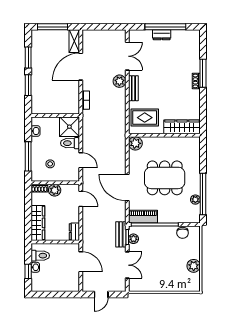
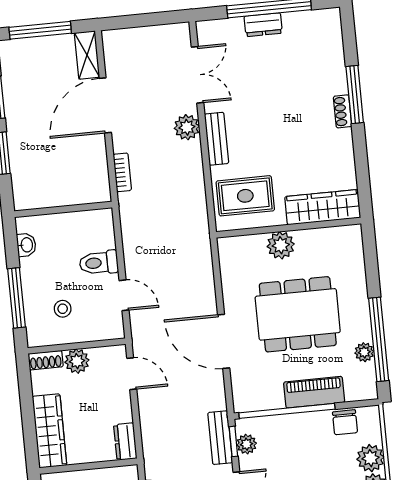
shower: (69, 127) -> (94, 229), removed
plant: (135, 143) -> (281, 245), moved
piano: (143, 217) -> (314, 392), moved
plant: (193, 252) -> (370, 458), added

